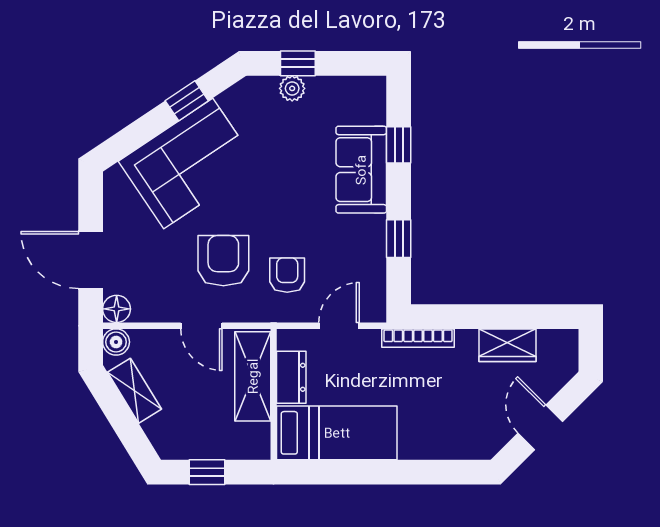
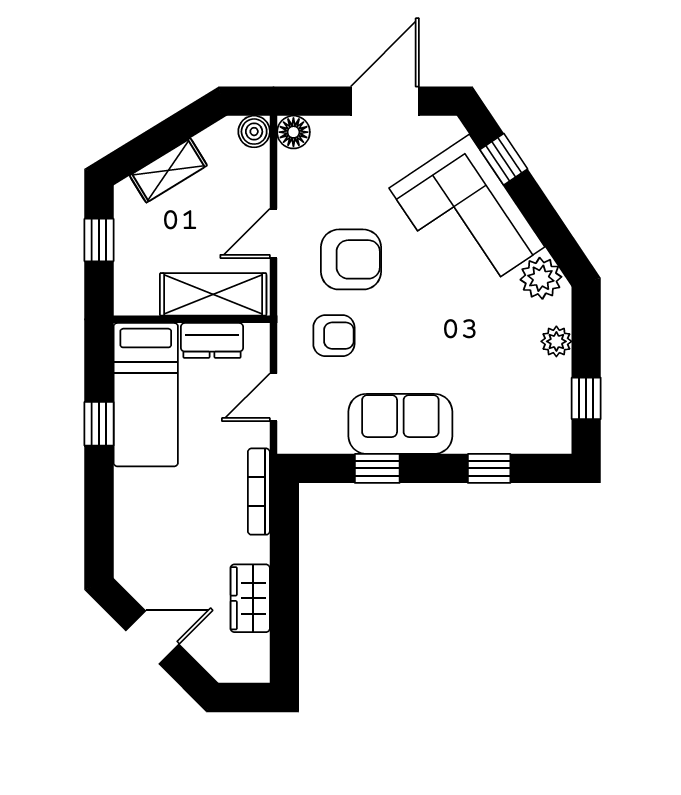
window: (298, 63) -> (586, 398), moved
window: (187, 101) -> (504, 159), moved
plant: (239, 101) -> (541, 278), added
sofa: (361, 170) -> (400, 424), moved
door: (91, 260) -> (385, 101), moved
door: (339, 326) -> (273, 397), swing flipped
shelving: (134, 391) -> (168, 170), moved
window: (361, 472) -> (99, 424), added

